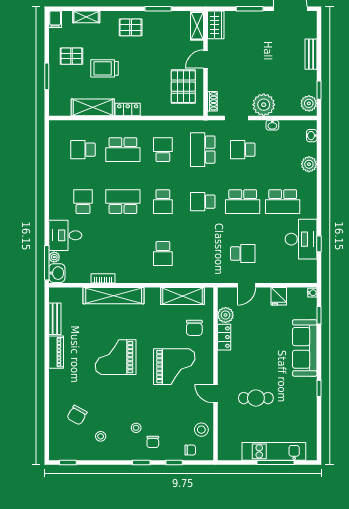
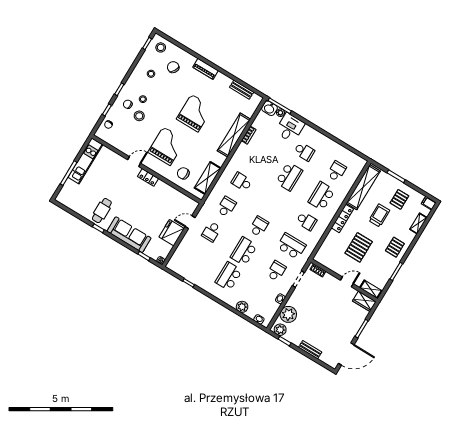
door: (206, 59) -> (347, 282), hinge flipped
pallet: (183, 87) -> (359, 247), moved, turned 90
plant: (264, 105) -> (288, 314), moved
shelving: (93, 107) -> (363, 187), width x1.47
locker: (128, 109) -> (342, 218), width x1.53
school desk: (163, 202) -> (226, 207), moved, turned 90
desk: (301, 239) -> (198, 274), removed
door: (247, 285) -> (190, 222), hinge flipped
fridge: (279, 296) -> (172, 233), width x1.88, depth x1.34
plant: (226, 315) -> (179, 198), removed
locker: (224, 337) -> (148, 177), moved
piano: (56, 352) -> (206, 69), moved
grand piano: (174, 367) -> (167, 146), turned 180
cafe table: (256, 398) -> (102, 211), moved
stool: (201, 430) -> (139, 116), moved
stool: (63, 444) -> (161, 47), added
kitchen unit: (274, 451) -> (85, 161), moved

